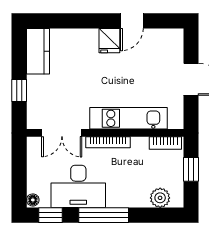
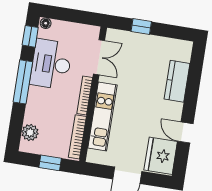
fridge: (109, 41) -> (161, 156), moved, width x1.88, depth x1.34
kitchen counter: (38, 51) -> (177, 81), moved, turned 90
double door: (62, 133) -> (99, 57), swing flipped
bookcase: (165, 143) -> (77, 137), width x1.56

